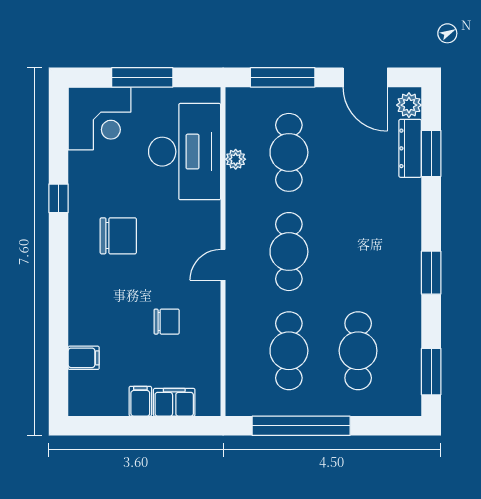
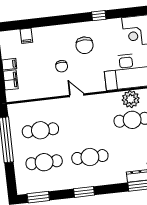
plant: (236, 159) -> (131, 99), width x1.88, depth x1.88
cafe table: (289, 252) -> (90, 157), moved
chair: (167, 322) -> (62, 66), moved

